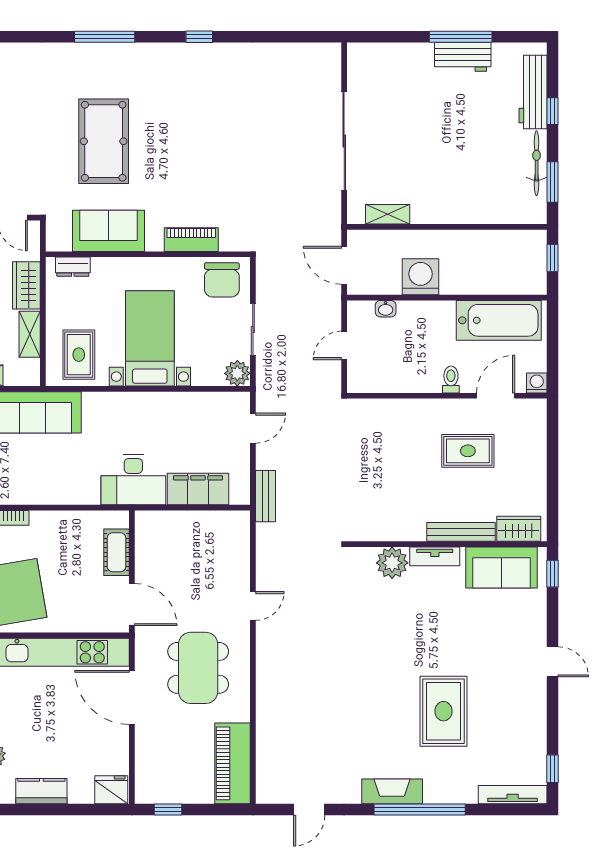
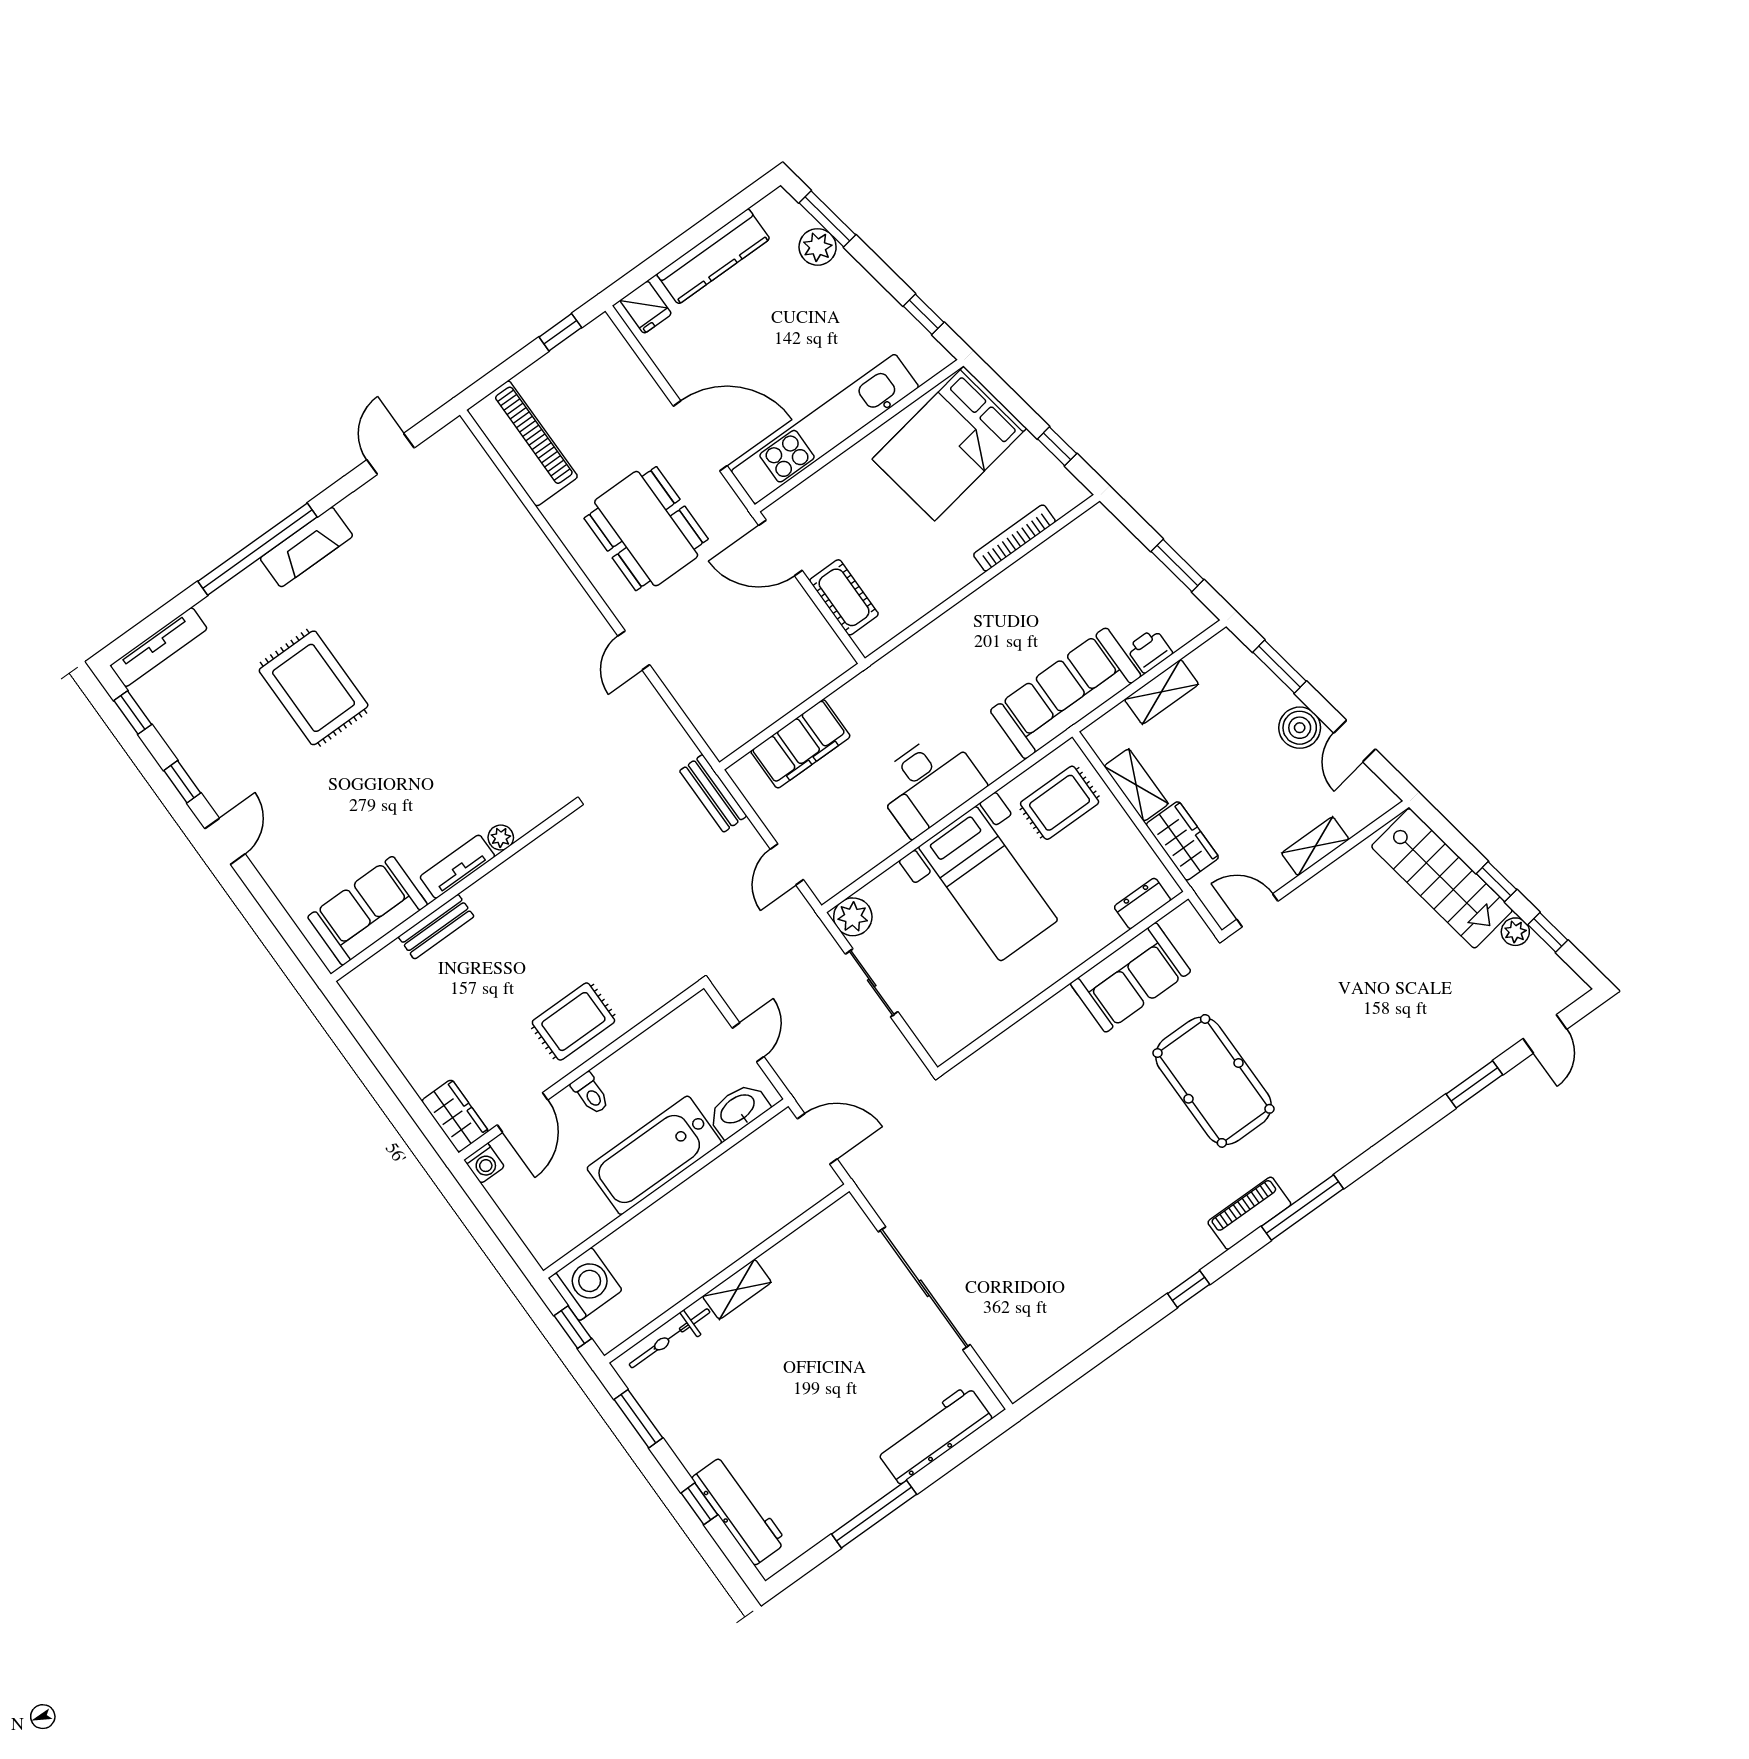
workbench: (463, 57) -> (934, 1434), moved, width x1.37
bicycle: (537, 163) -> (670, 1338), moved, turned 90
shelving: (388, 214) -> (737, 1289), moved
piano: (191, 240) -> (1249, 1213), moved, turned 180
washing machine: (421, 277) -> (585, 1284), moved, turned -90
chair: (222, 280) -> (952, 1016), removed
washbasin: (386, 309) -> (738, 1110), width x1.91, depth x1.45
bathtub: (499, 320) -> (654, 1155), moved
rug: (79, 355) -> (1060, 803), turned 90
rug: (468, 451) -> (573, 1022), moved
desk: (133, 480) -> (929, 783), moved, turned 180
wardrobe: (519, 529) -> (455, 1116), moved, turned -90
bench: (461, 532) -> (436, 927), width x0.73
plant: (392, 563) -> (501, 838), width x0.53, depth x0.53
window: (553, 574) -> (182, 782), moved
door: (553, 662) -> (225, 841), swing flipped
fridge: (111, 790) -> (646, 307), width x0.72
kitchen counter: (41, 791) -> (713, 256), width x1.50

